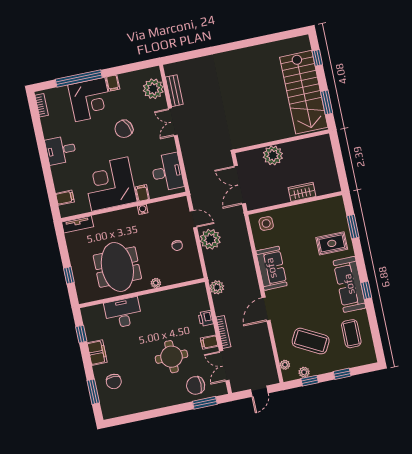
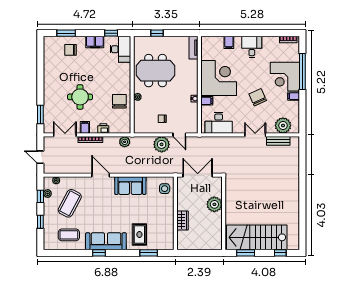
filing cabinet: (65, 198) -> (229, 42), moved
door: (193, 219) -> (179, 135), hinge flipped
desk: (123, 313) -> (120, 49), moved
chair: (196, 385) -> (119, 101), moved

